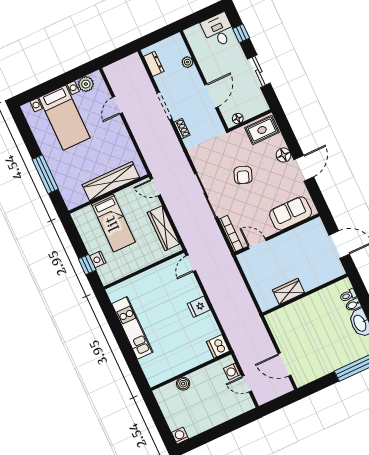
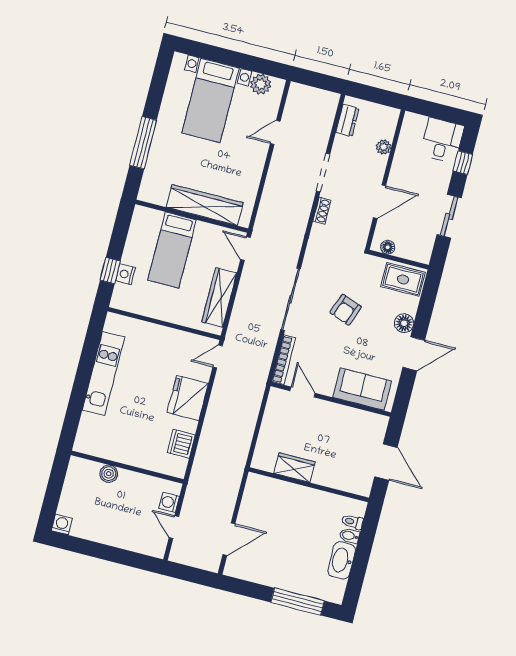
fridge: (199, 307) -> (188, 398), width x1.88, depth x1.34
dishwasher: (218, 346) -> (181, 444), moved
door: (284, 364) -> (229, 539), swing flipped

